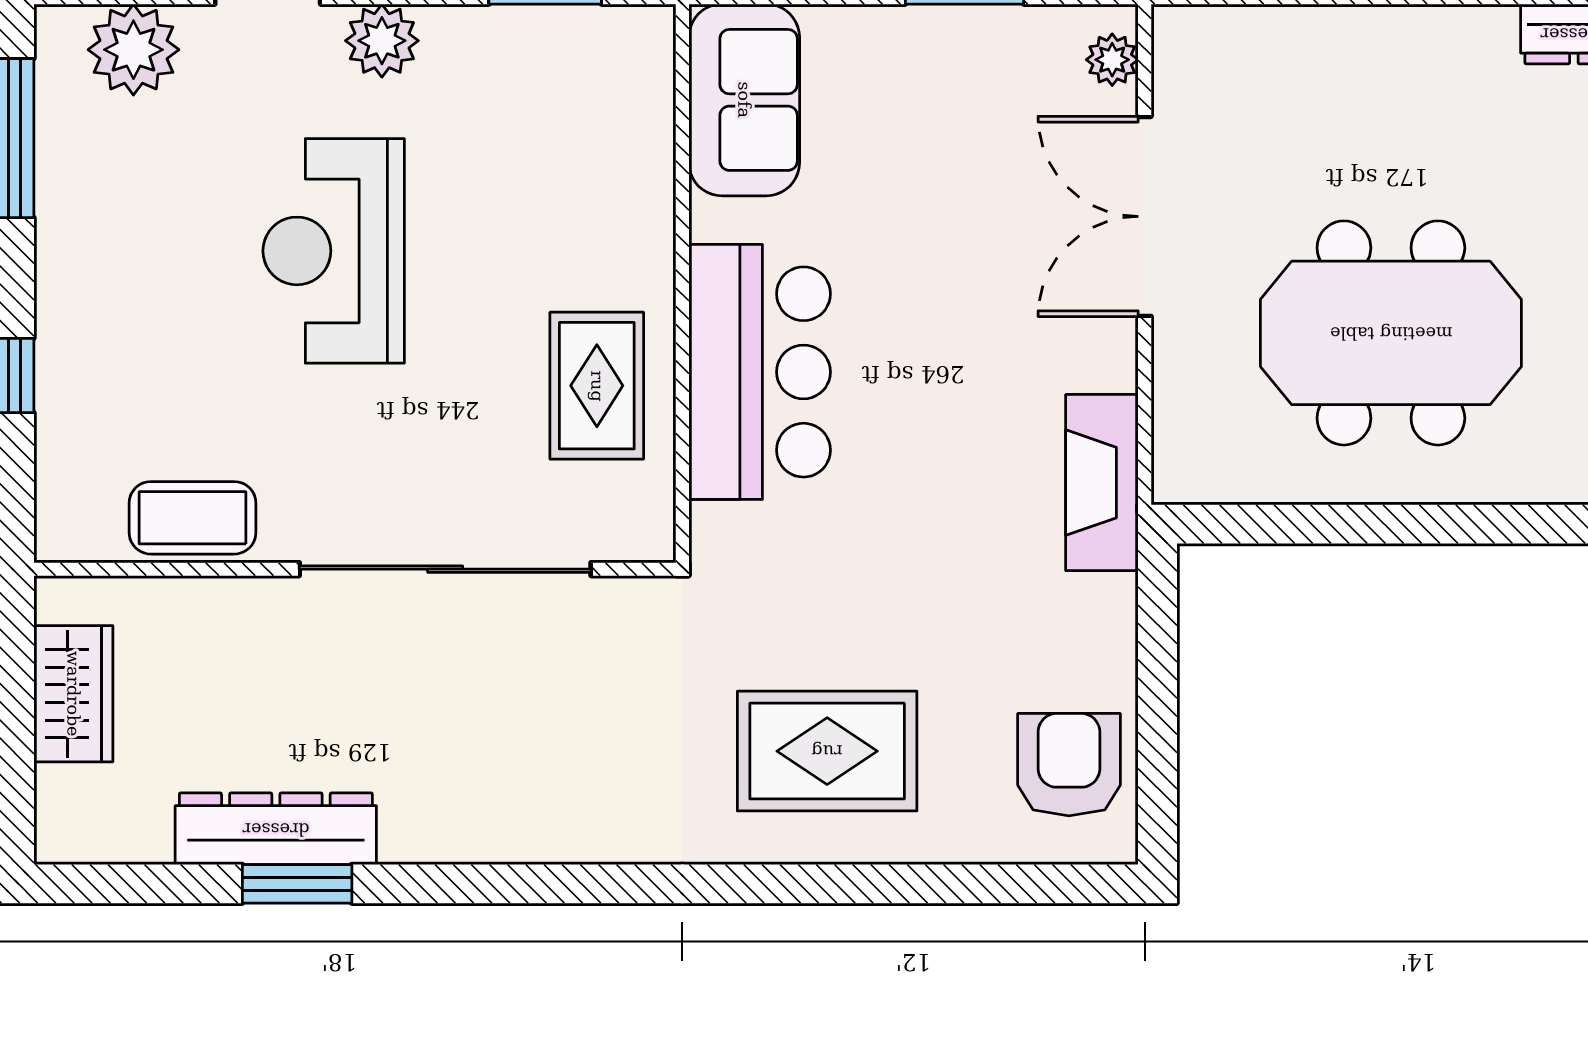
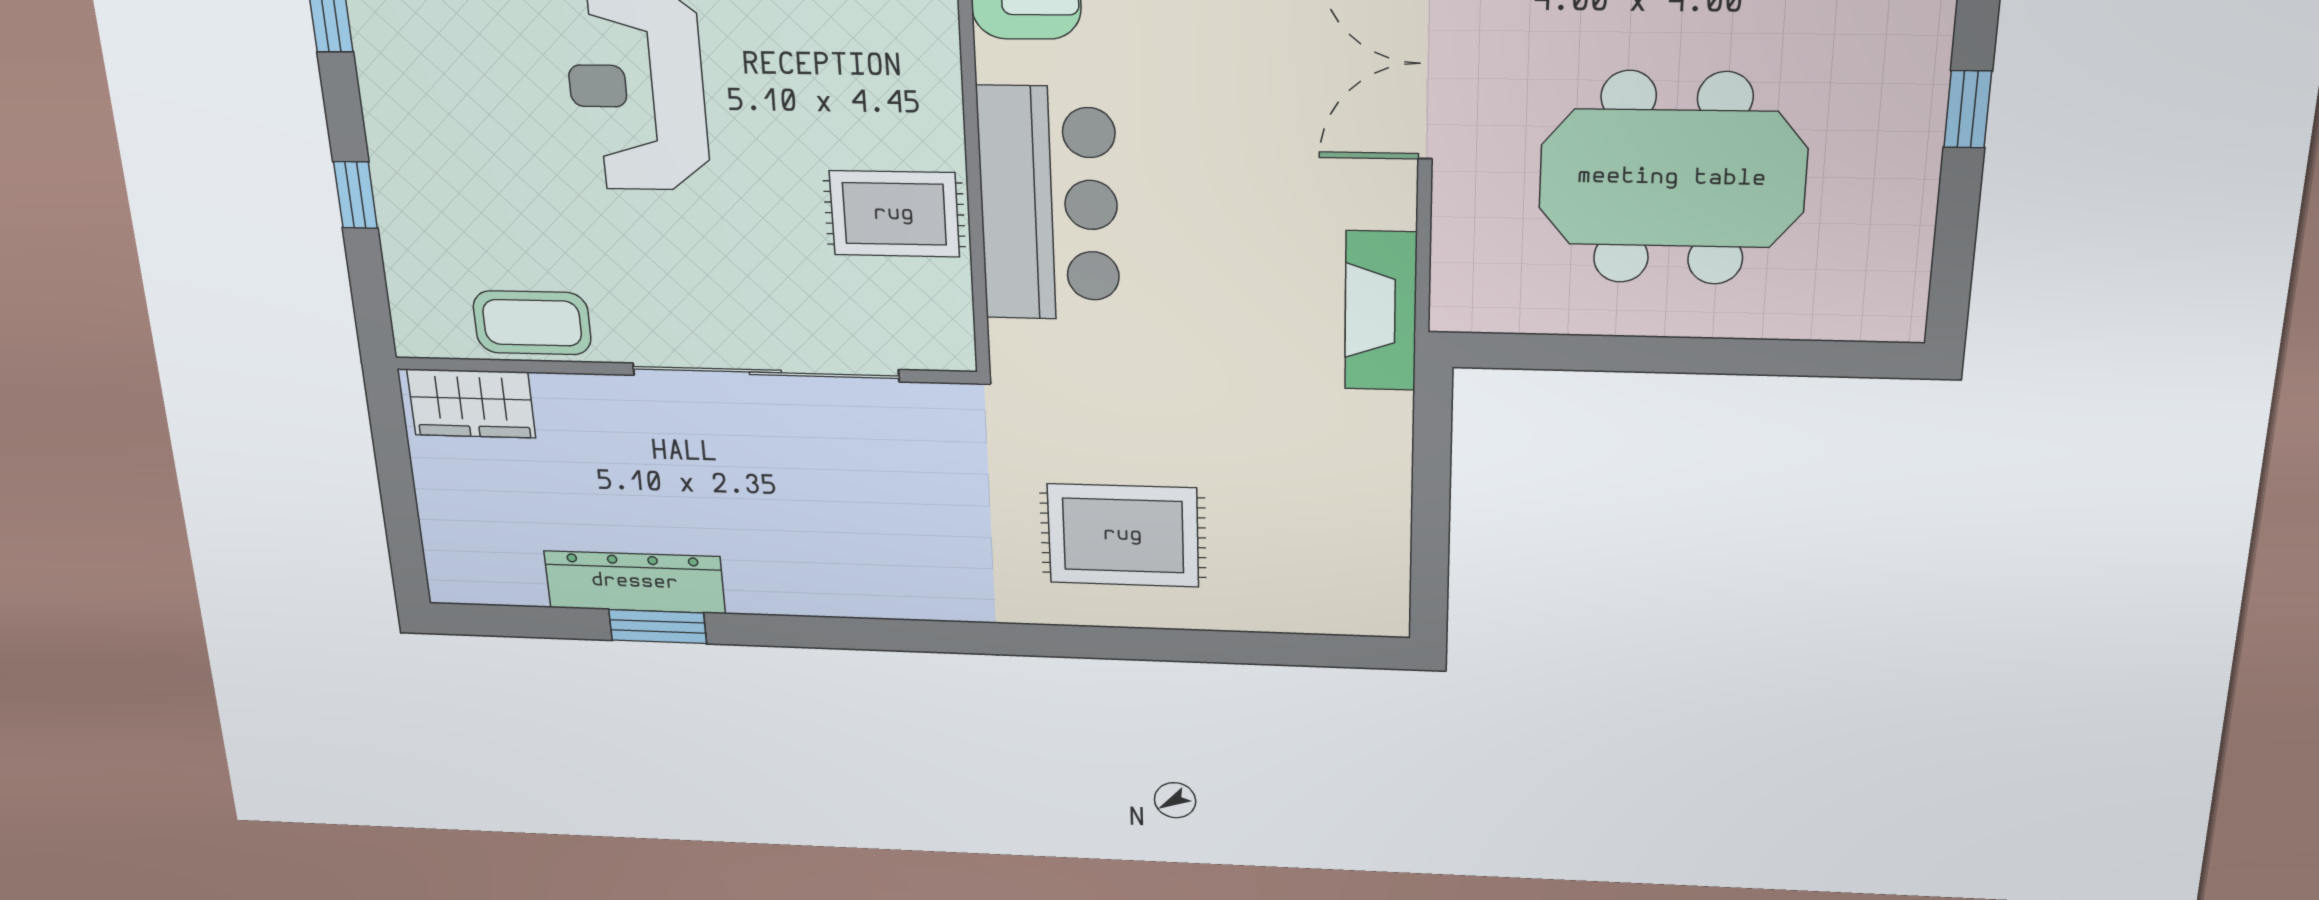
rug: (597, 386) -> (894, 214), turned 90
wardrobe: (73, 694) -> (471, 404), moved, turned 90
armchair: (1069, 765) -> (1347, 554), removed

